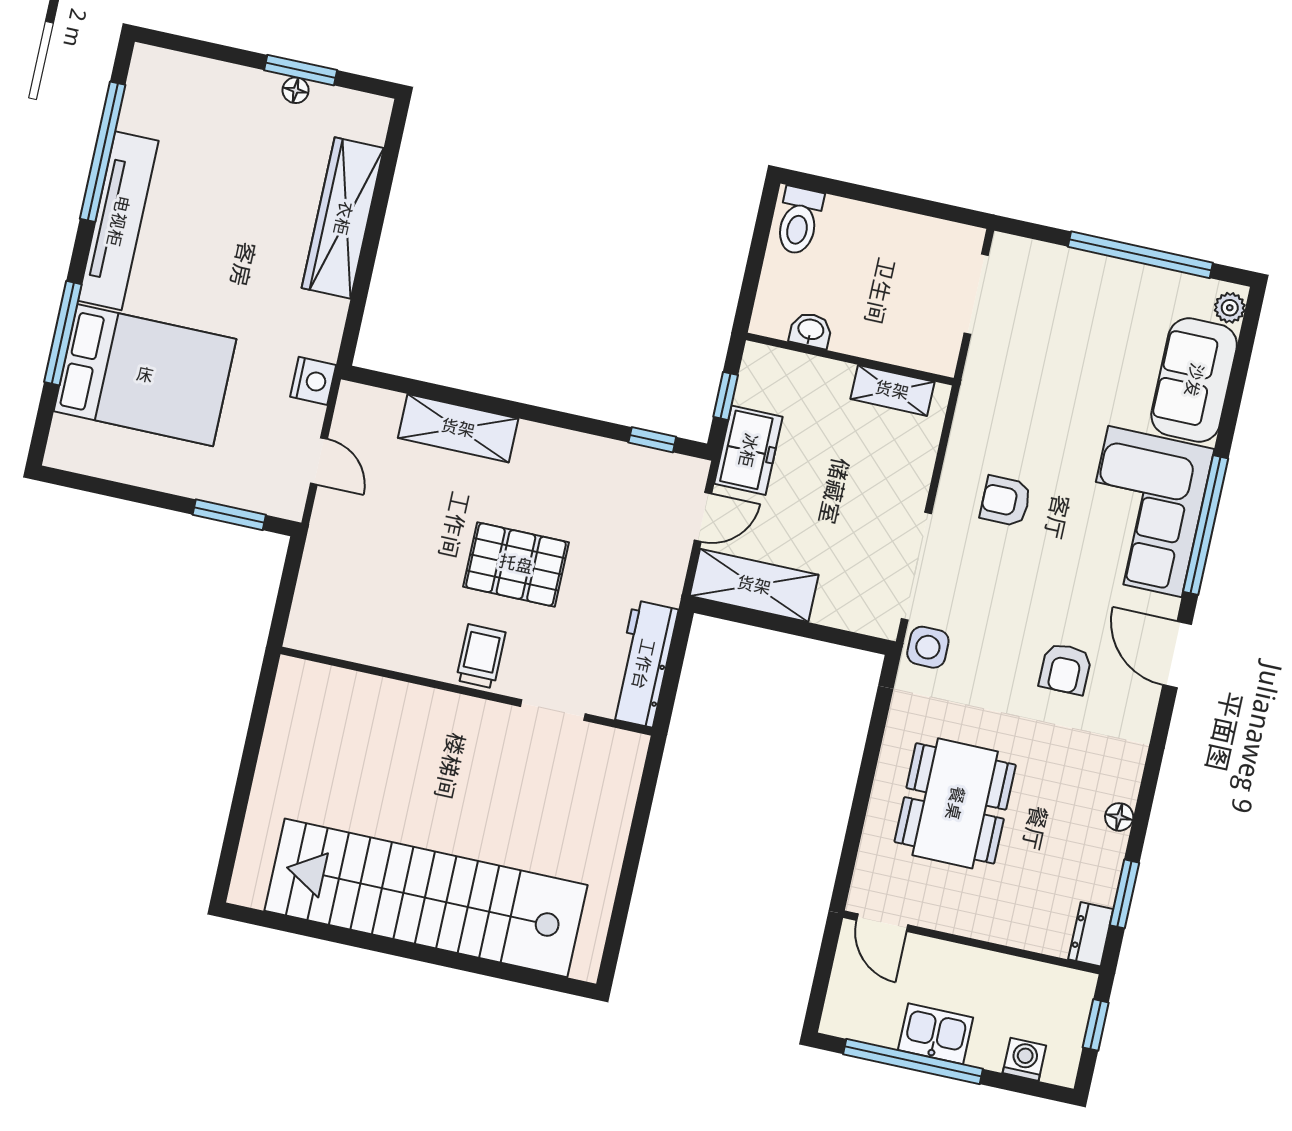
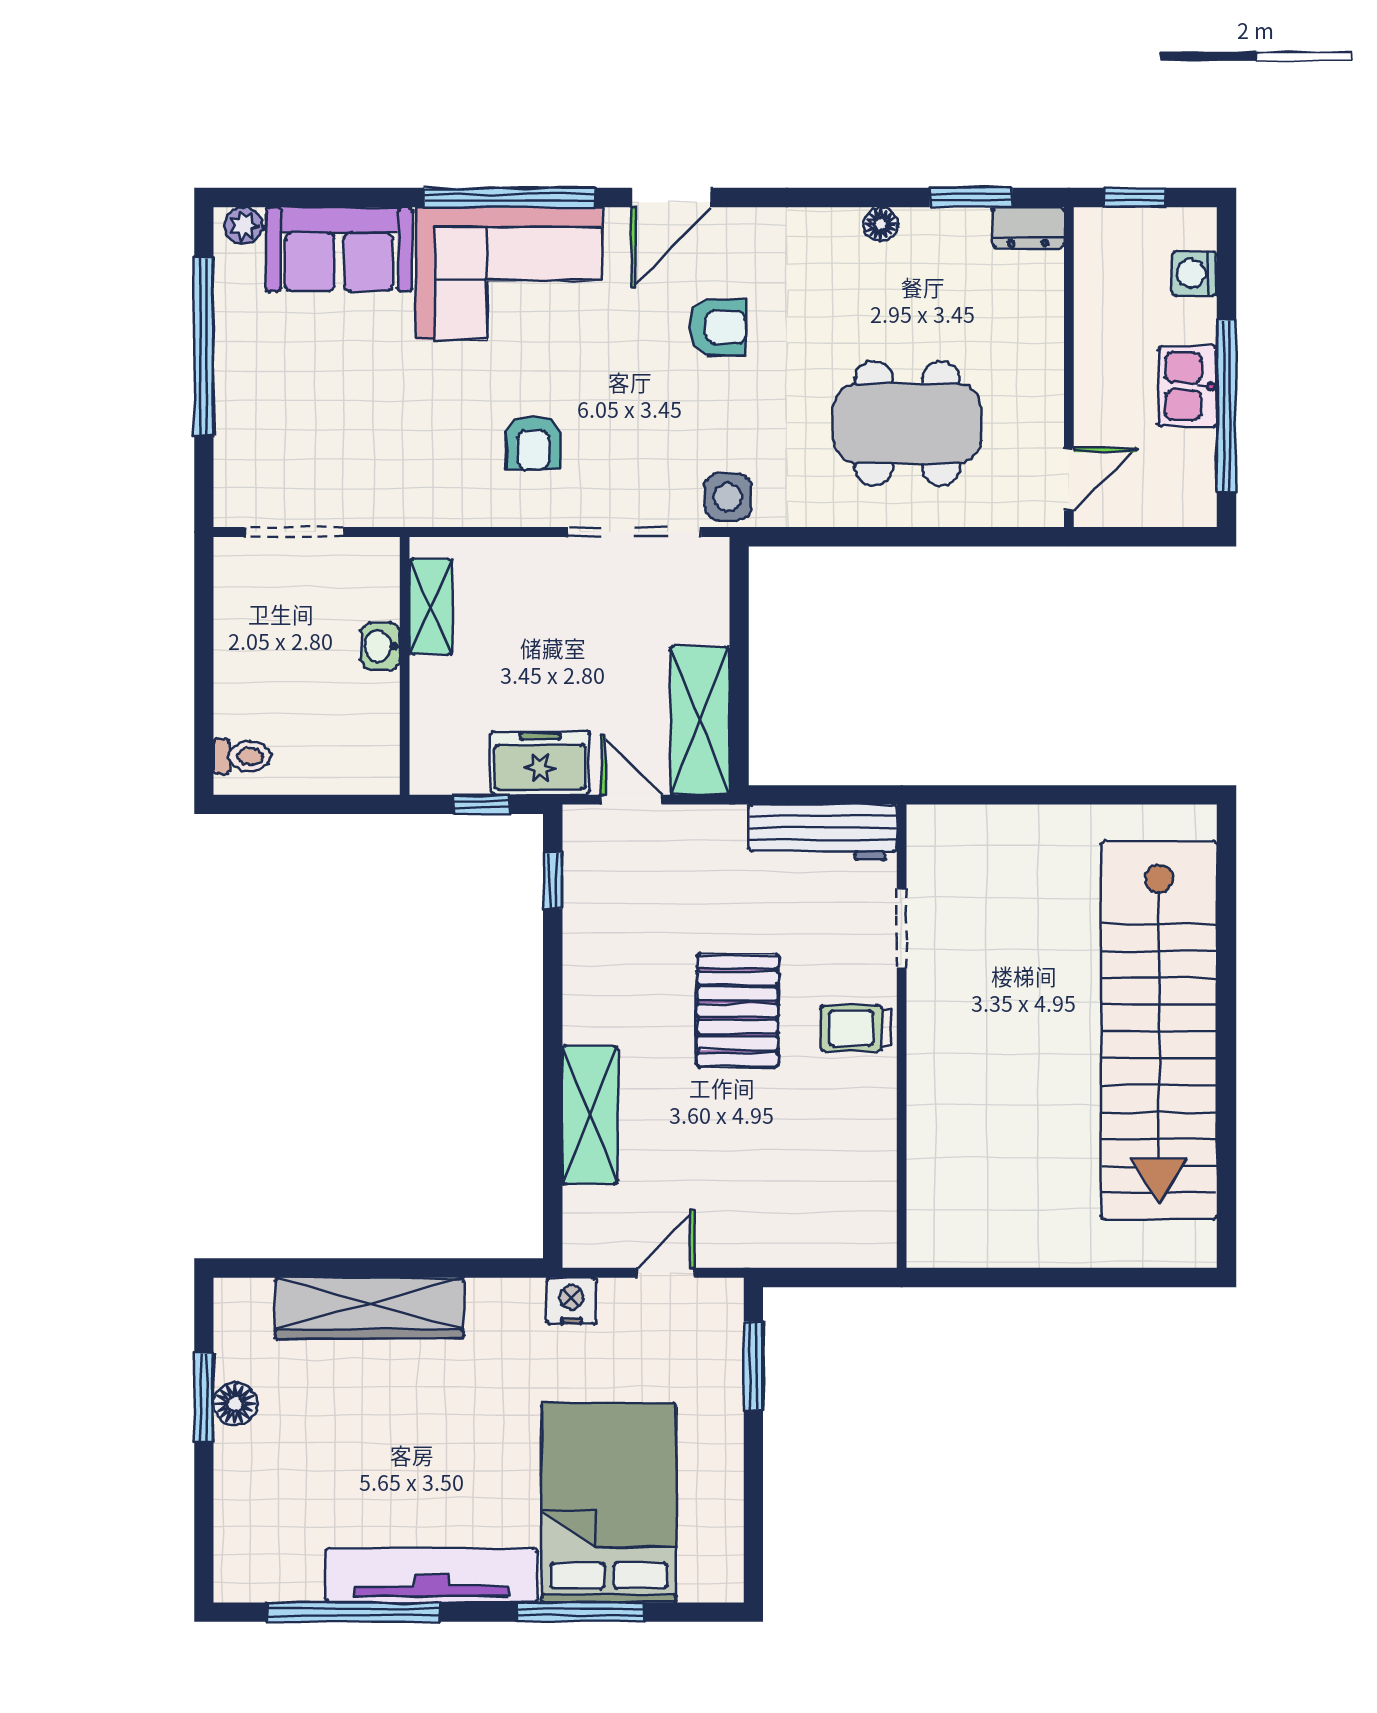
floor lamp: (296, 90) -> (235, 1404), width x1.37, depth x1.37
toilet: (799, 221) -> (242, 756), width x0.73, depth x0.72
washbasin: (811, 330) -> (381, 646), moved

